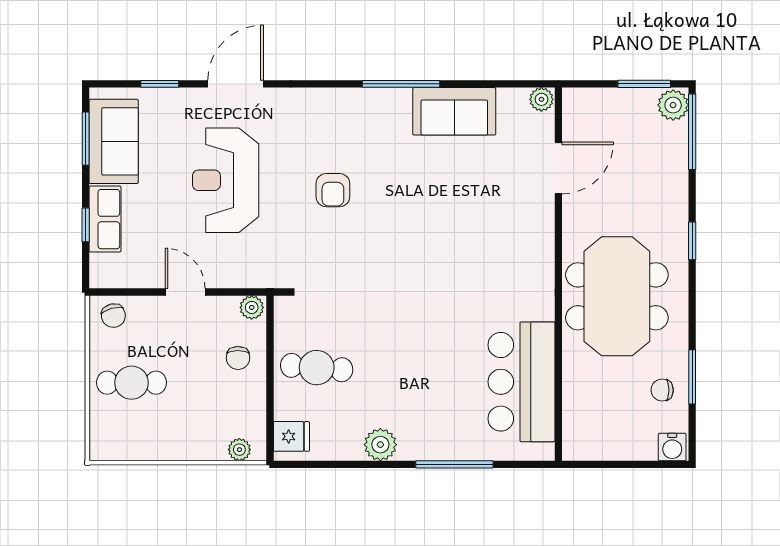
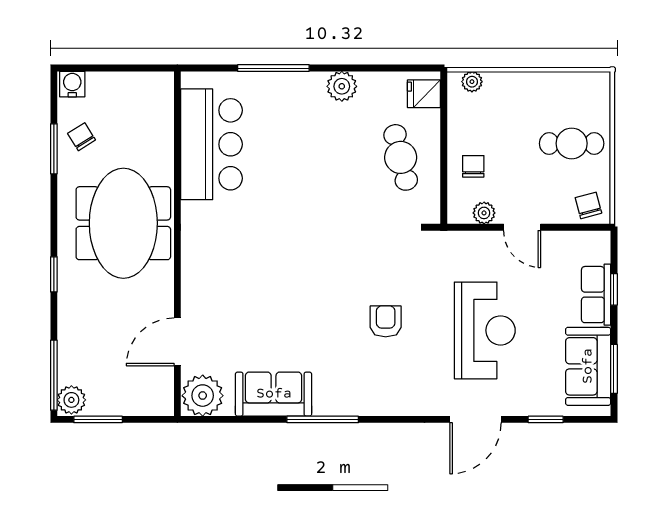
plant: (541, 99) -> (203, 396), width x1.88, depth x1.88
plant: (252, 307) -> (484, 213), moved
cafe table: (317, 368) -> (401, 157), turned 71
chair: (662, 390) -> (82, 137), turned -122

